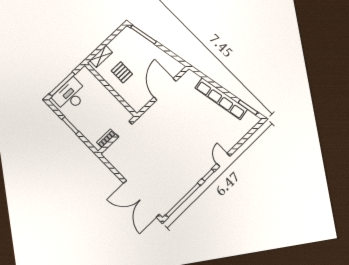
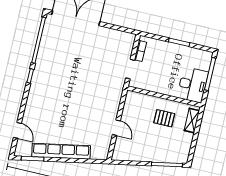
door: (165, 89) -> (116, 128), width x0.53
desk: (70, 95) -> (193, 85), moved
door: (223, 160) -> (17, 130), moved

